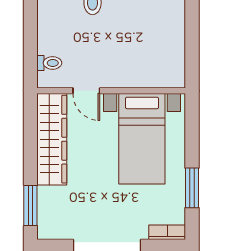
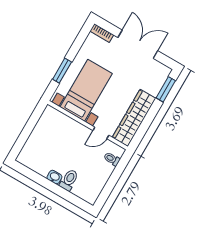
door: (86, 91) -> (101, 133), swing flipped
window: (192, 188) -> (62, 71), moved

